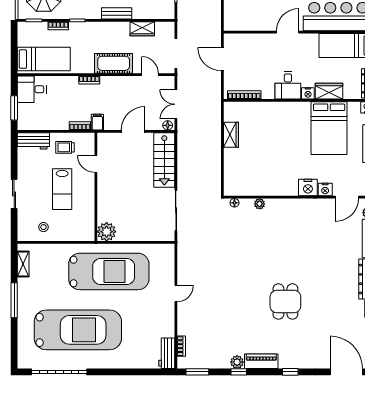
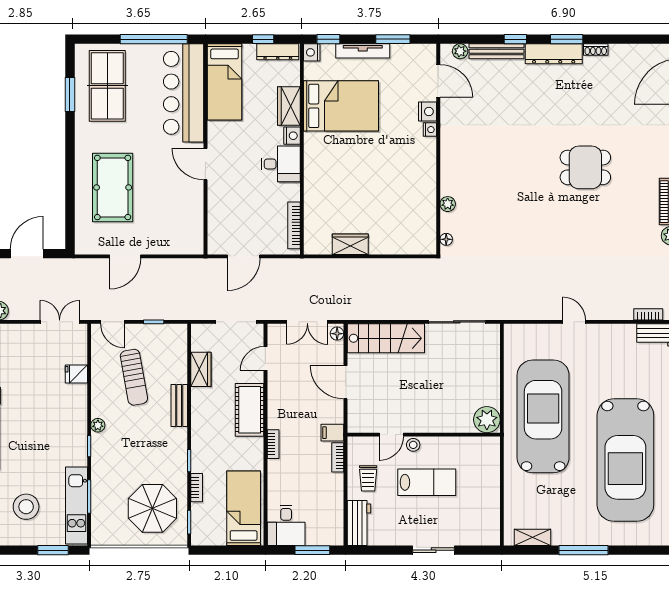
nightstand: (308, 188) -> (430, 130), width x0.53, depth x0.56
stool: (43, 227) -> (413, 445), moved
car: (78, 330) -> (625, 460), turned 180

